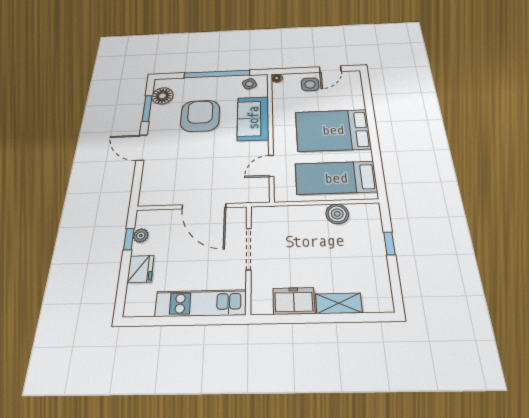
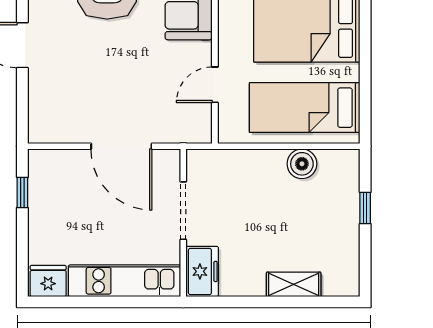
plant: (141, 236) -> (38, 188), removed
fridge: (140, 269) -> (48, 281), moved, turned -90
freezer: (294, 301) -> (202, 271), moved, turned 90

